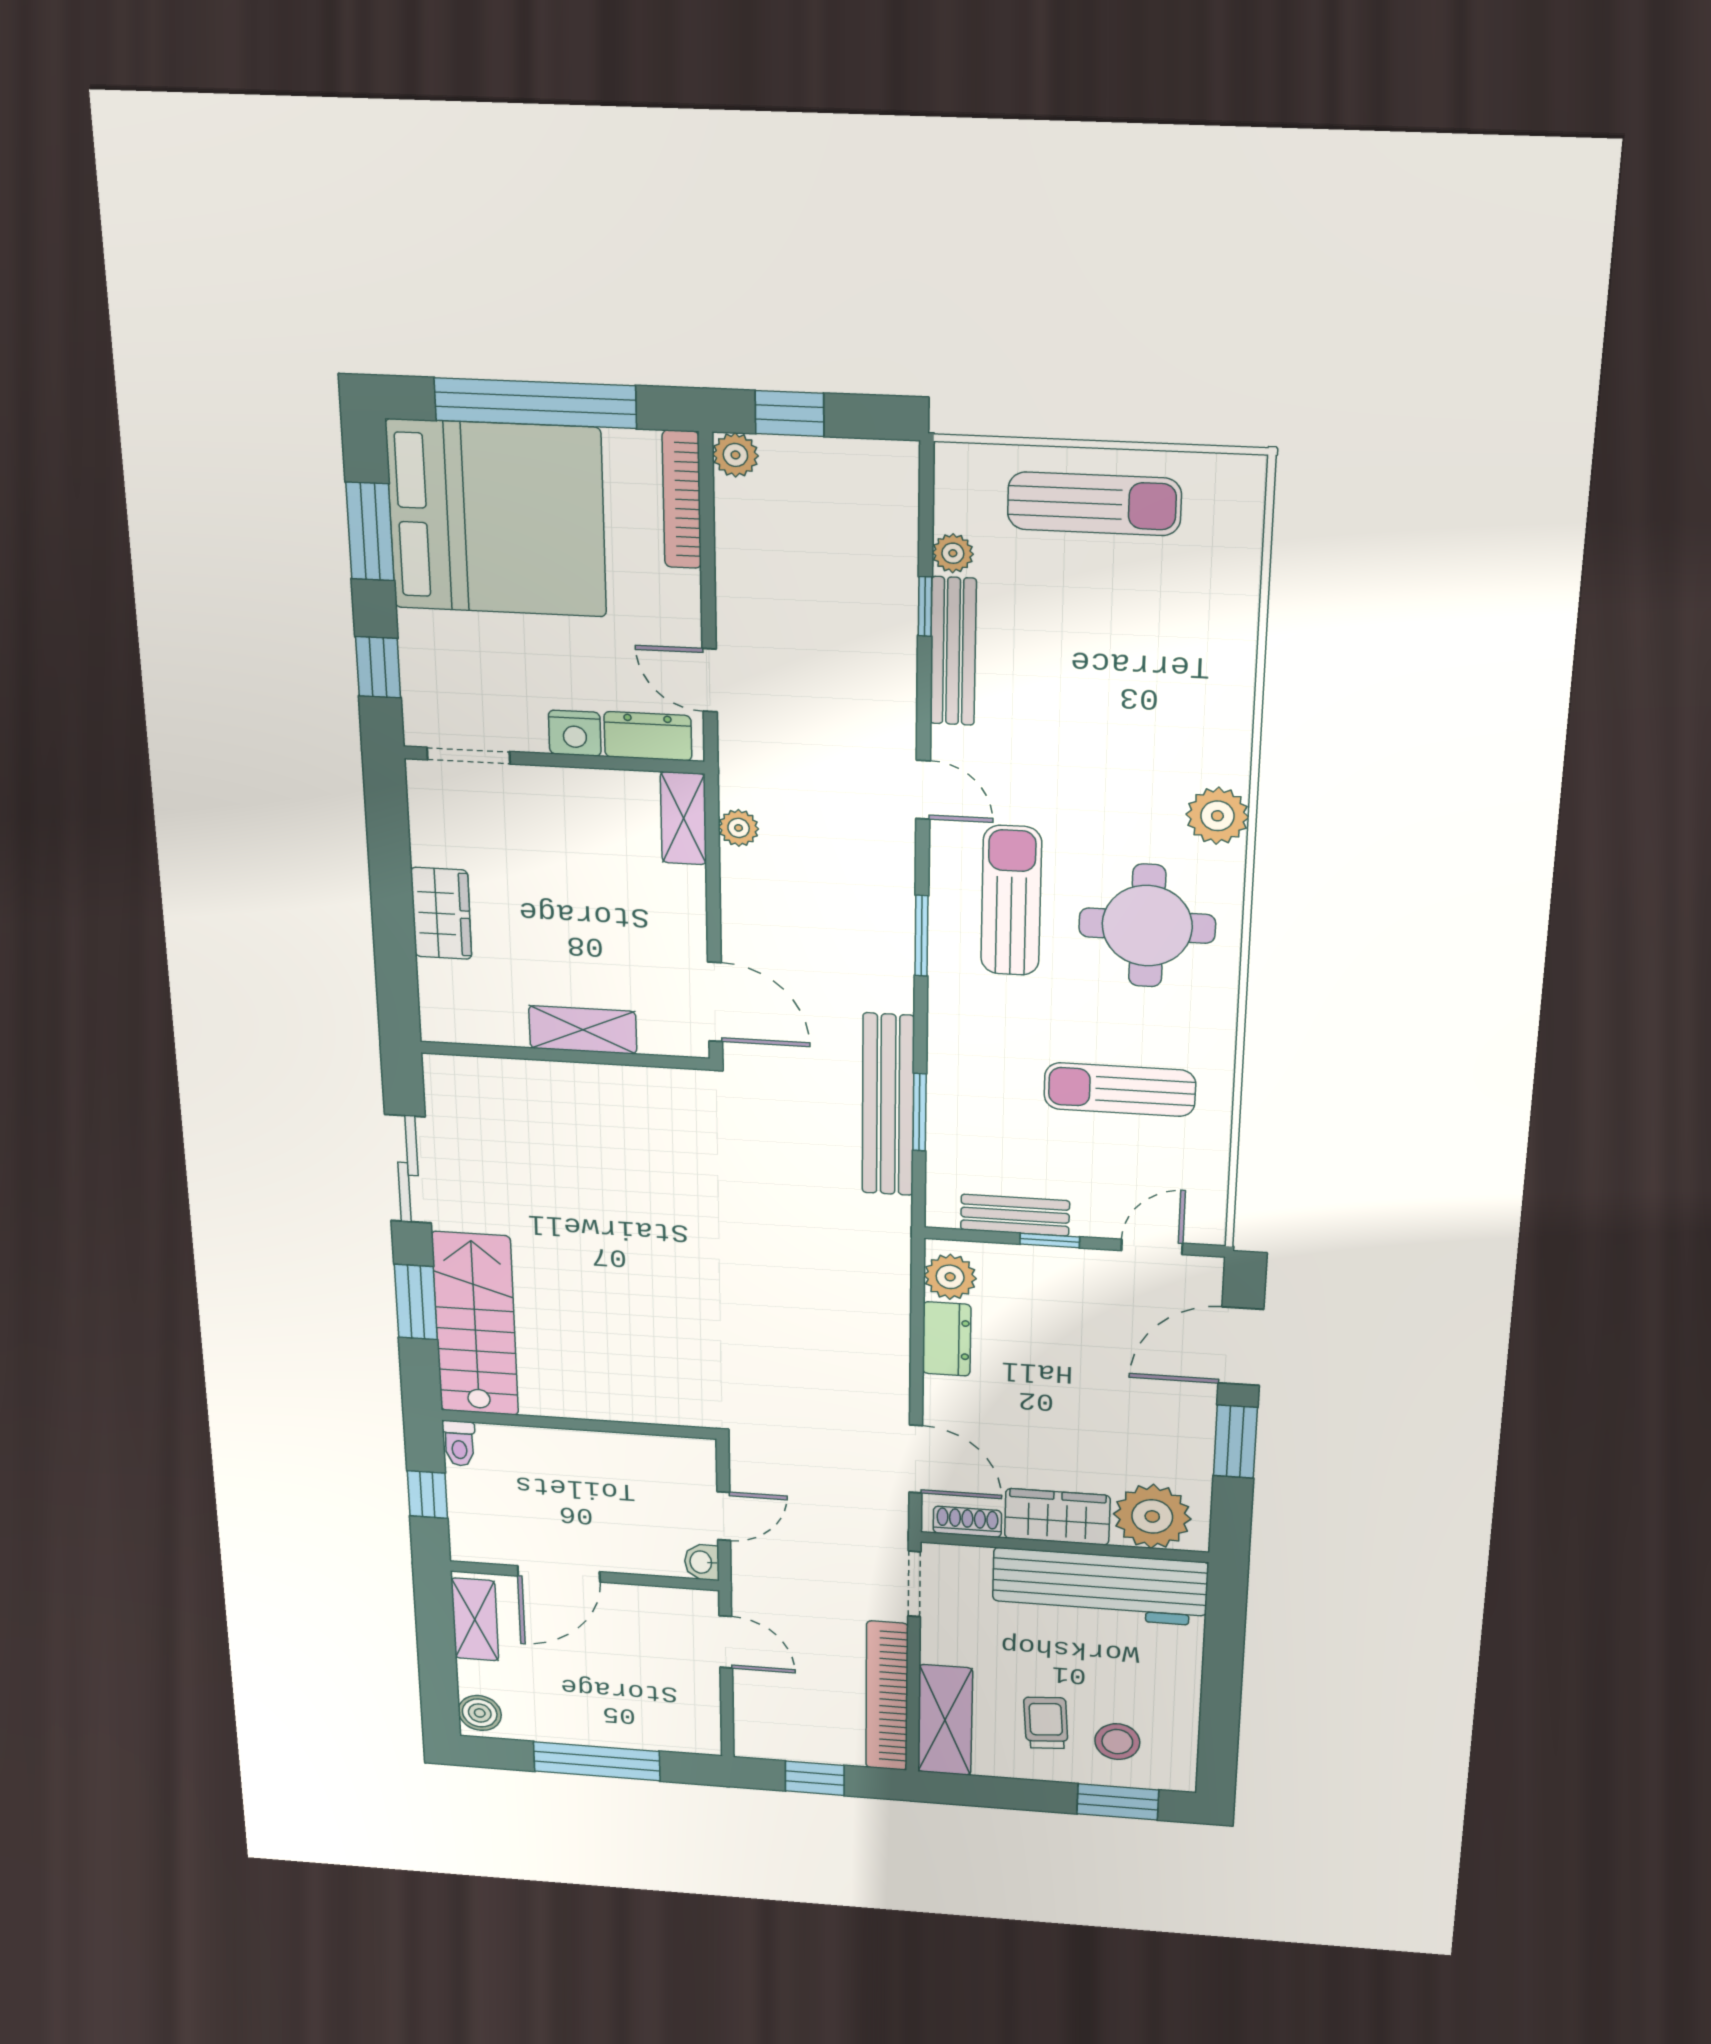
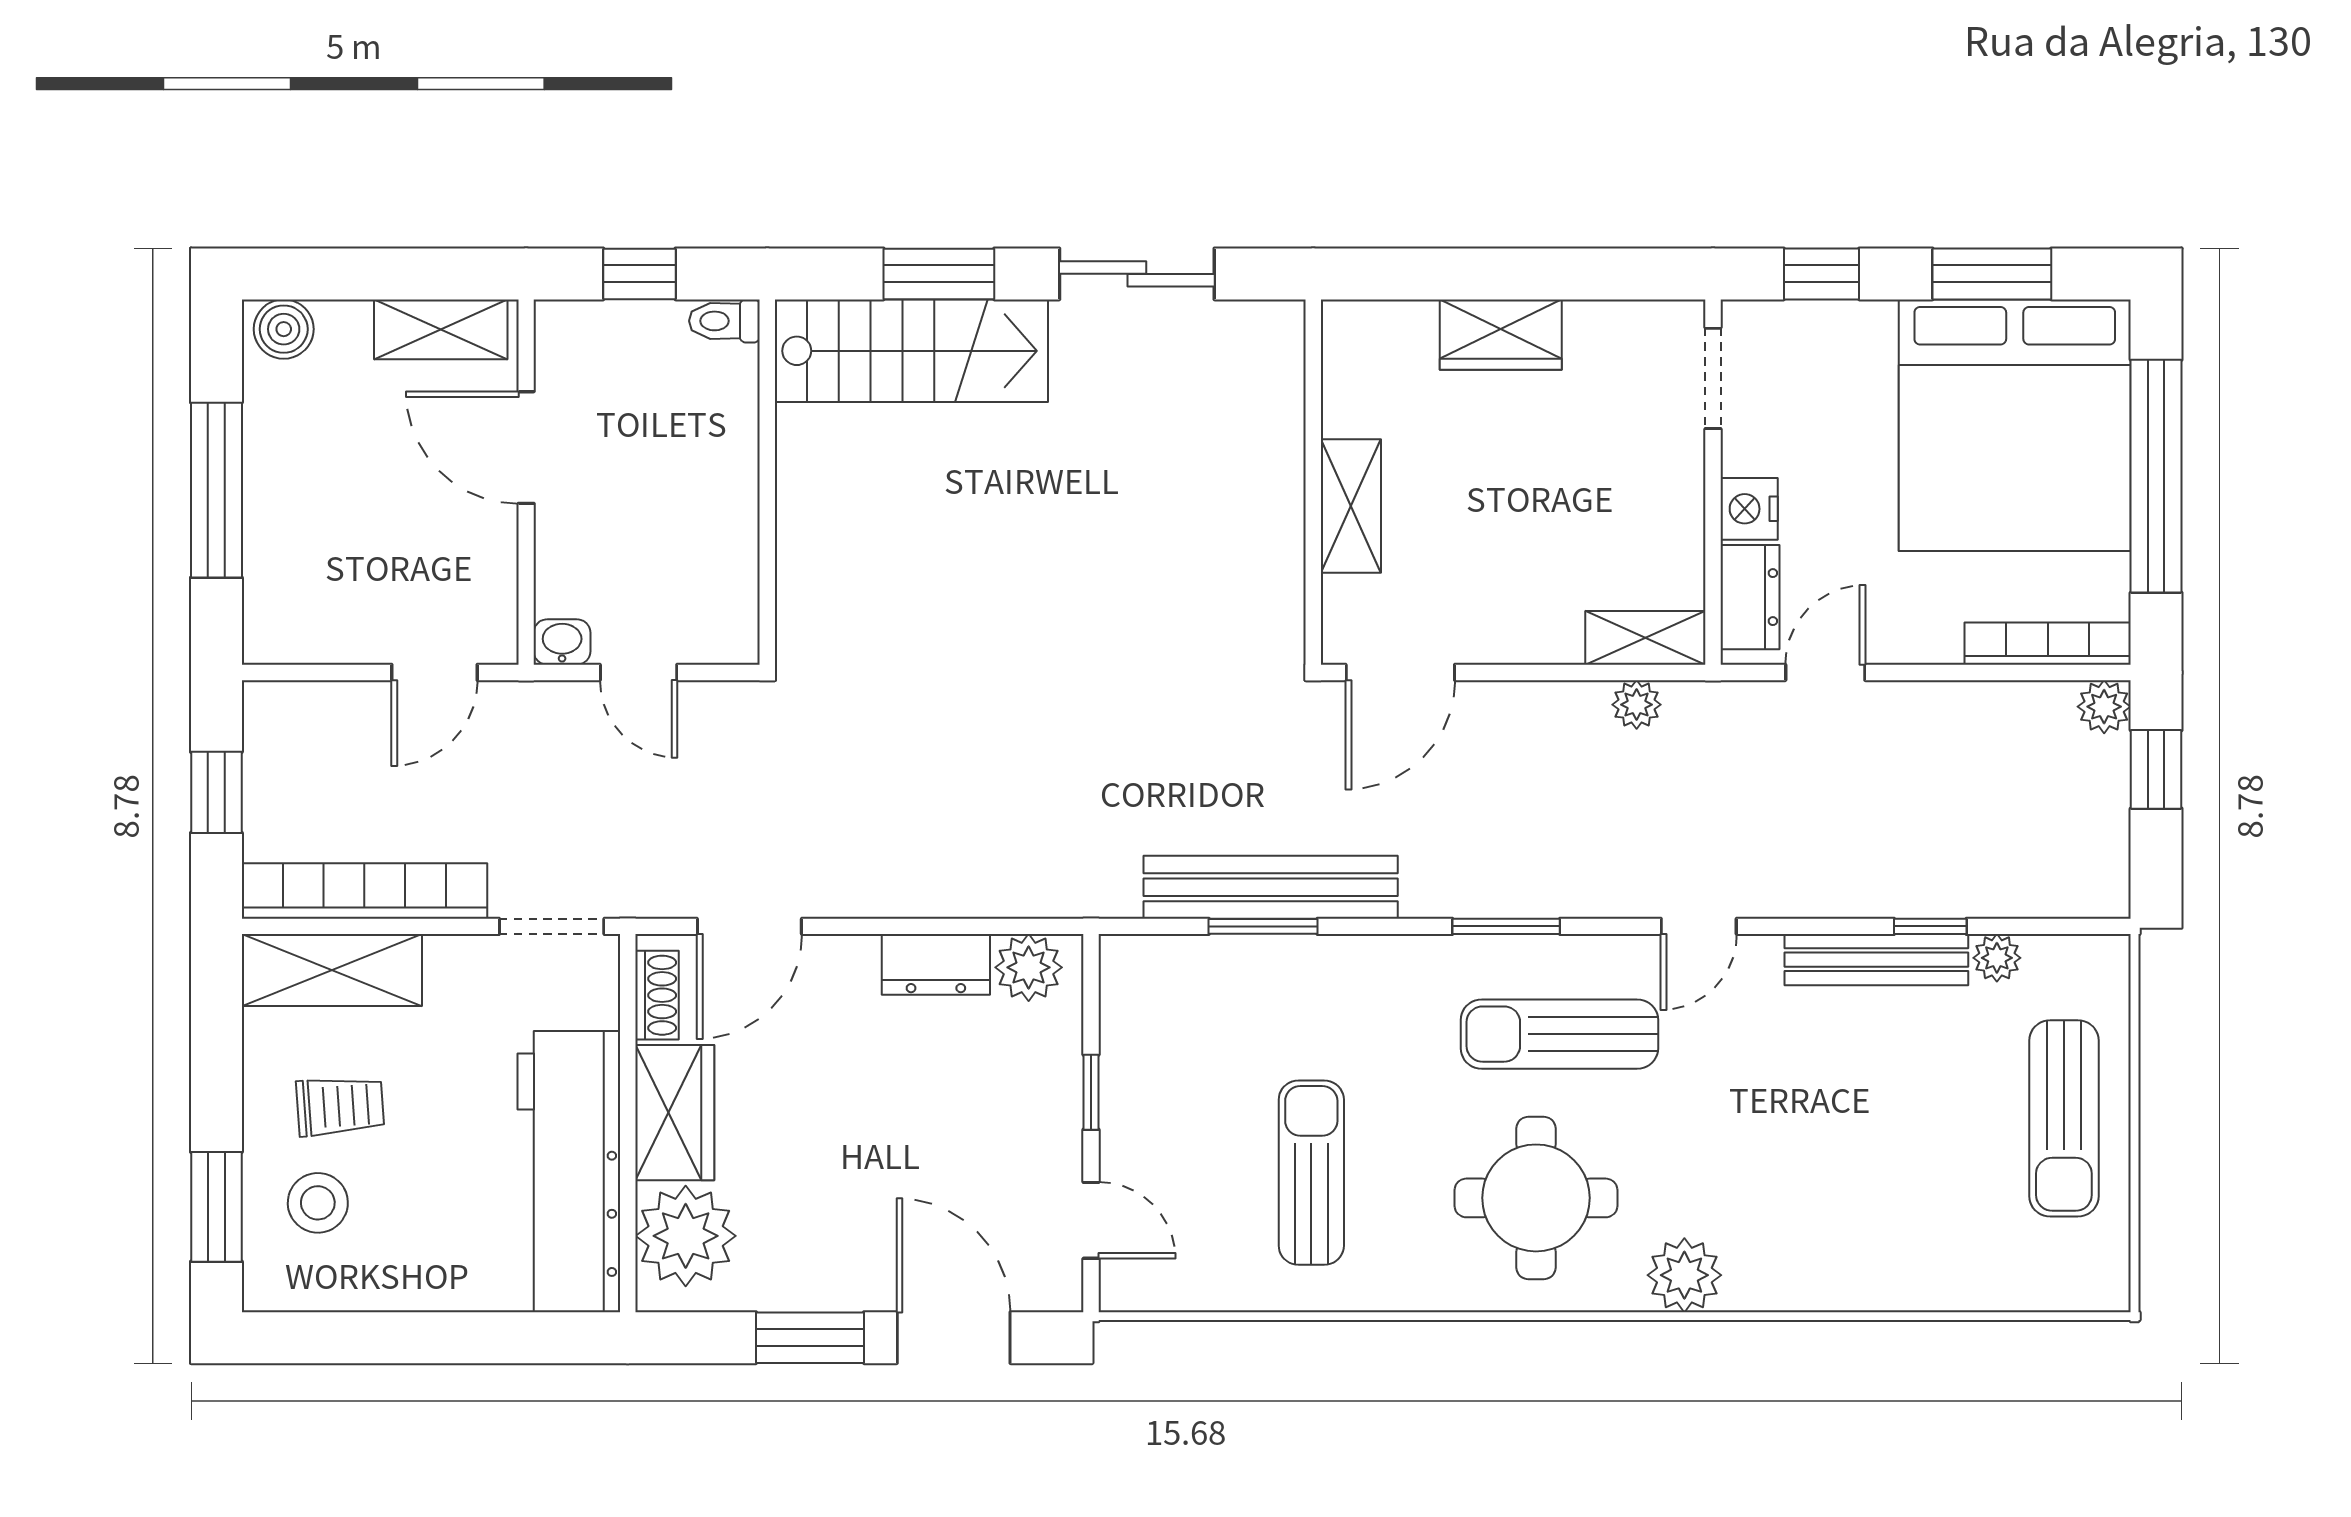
sun lounger: (1011, 901) -> (1559, 1034), turned 180
bench: (1015, 1215) -> (1124, 1048), removed

